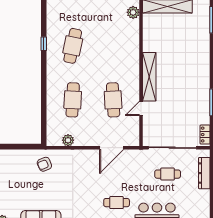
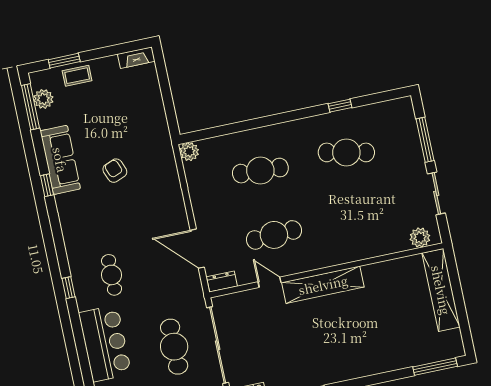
dresser: (135, 137) -> (222, 282), added
plant: (68, 140) -> (189, 152), moved
armchair: (44, 164) -> (115, 171), moved
cafe table: (168, 174) -> (174, 347), width x1.37, depth x1.35

